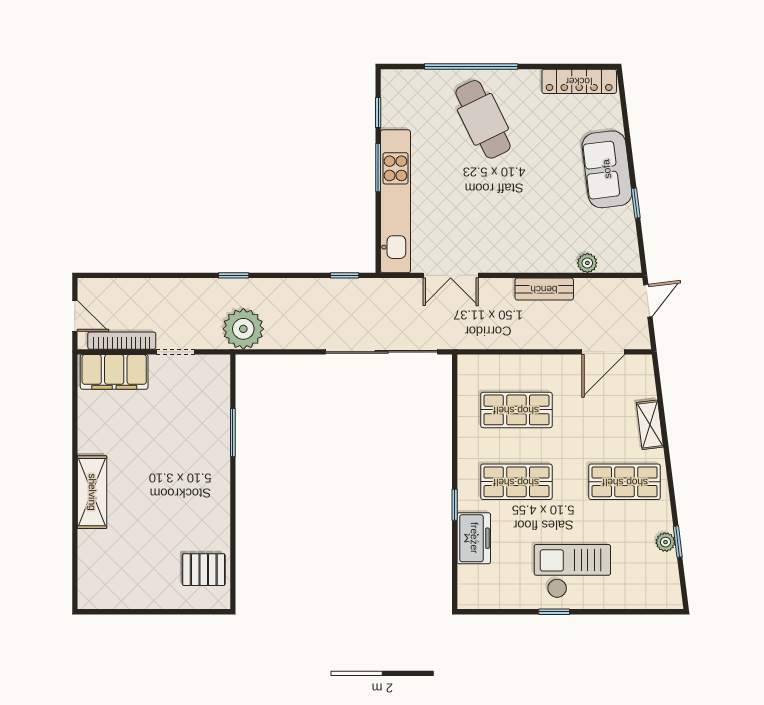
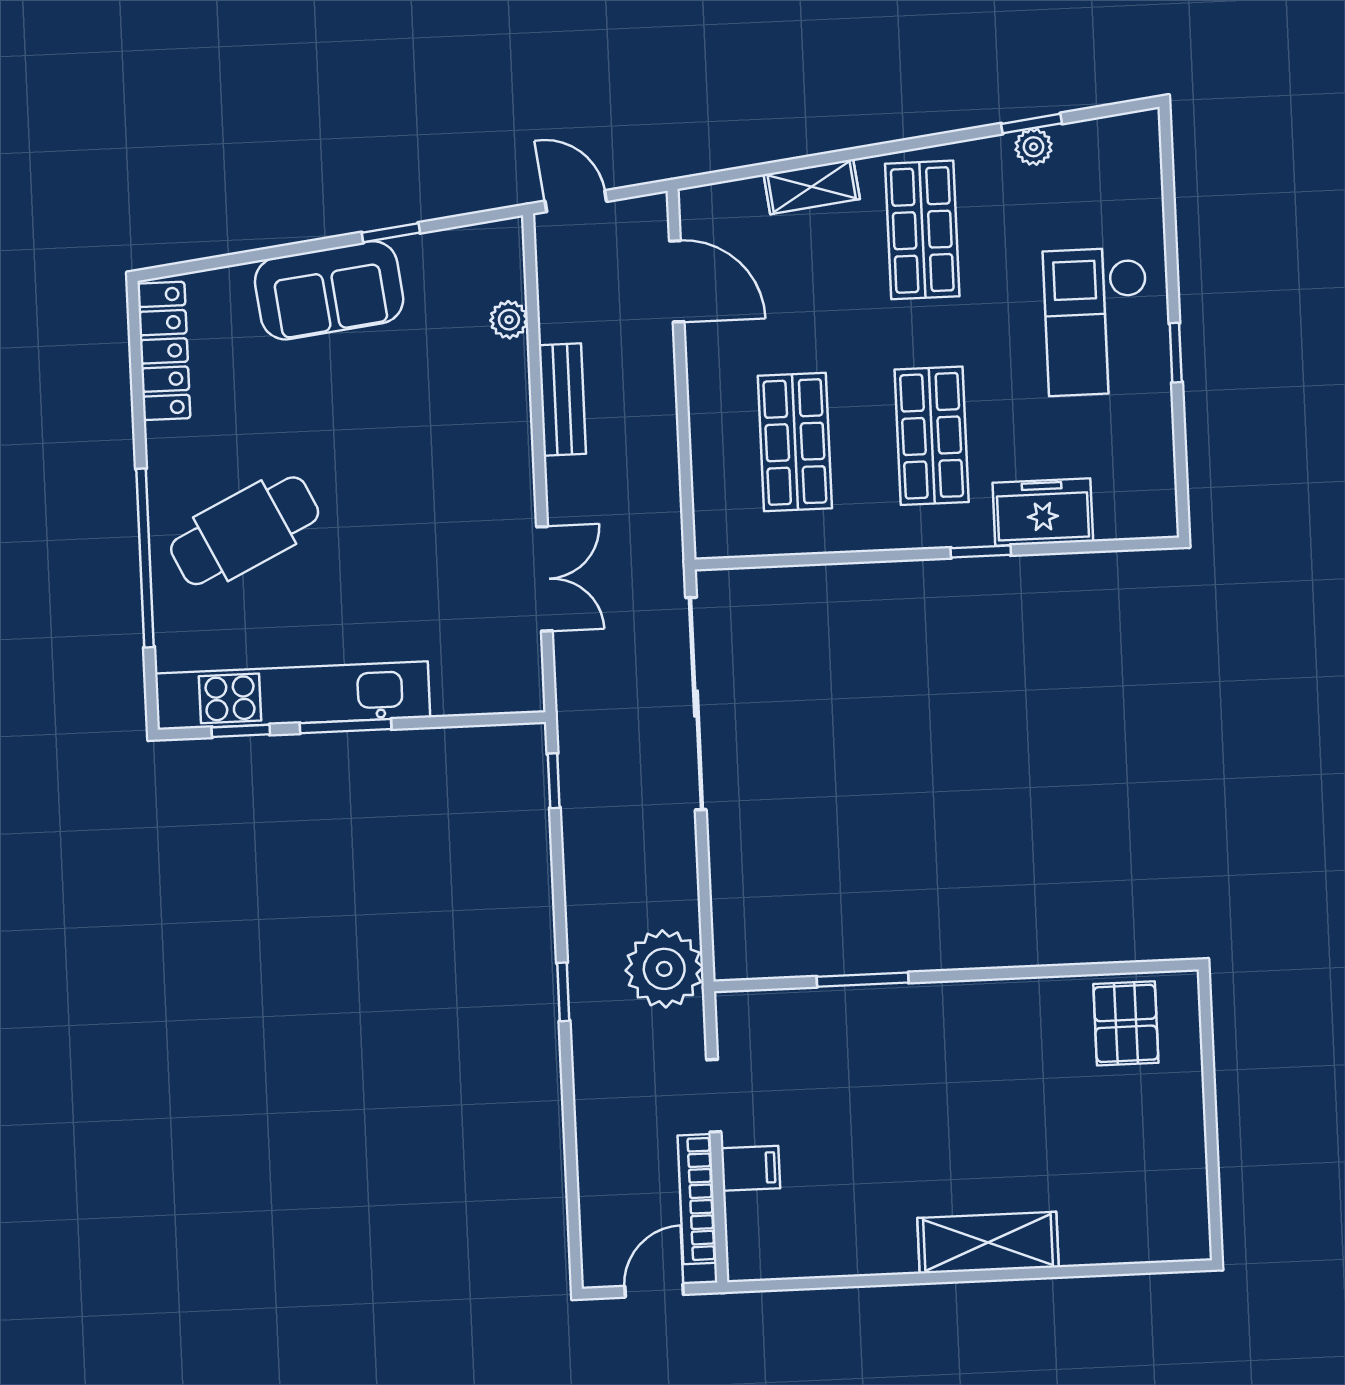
kitchen unit: (395, 201) -> (293, 695), moved
filing cabinet: (114, 372) -> (751, 1168), width x0.33, depth x0.86

